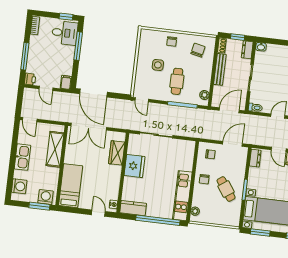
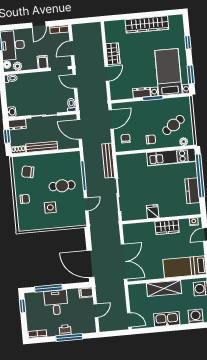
desk: (65, 33) -> (56, 302), moved
printer: (30, 79) -> (65, 330), moved
door: (93, 93) -> (90, 264), swing flipped
plant: (204, 95) -> (70, 156), removed
door: (142, 100) -> (86, 204), moved
door: (30, 120) -> (129, 320), hinge flipped
bench: (192, 132) -> (108, 161), added
door: (232, 144) -> (111, 119), swing flipped
shelving: (55, 149) -> (164, 288), moved
wardrobe: (117, 153) -> (167, 227), moved
dresser: (255, 158) -> (142, 93), moved
fridge: (135, 166) -> (153, 212), width x0.53, depth x0.75
cafe table: (226, 189) -> (174, 125), moved
kitchen counter: (133, 208) -> (192, 191), moved

